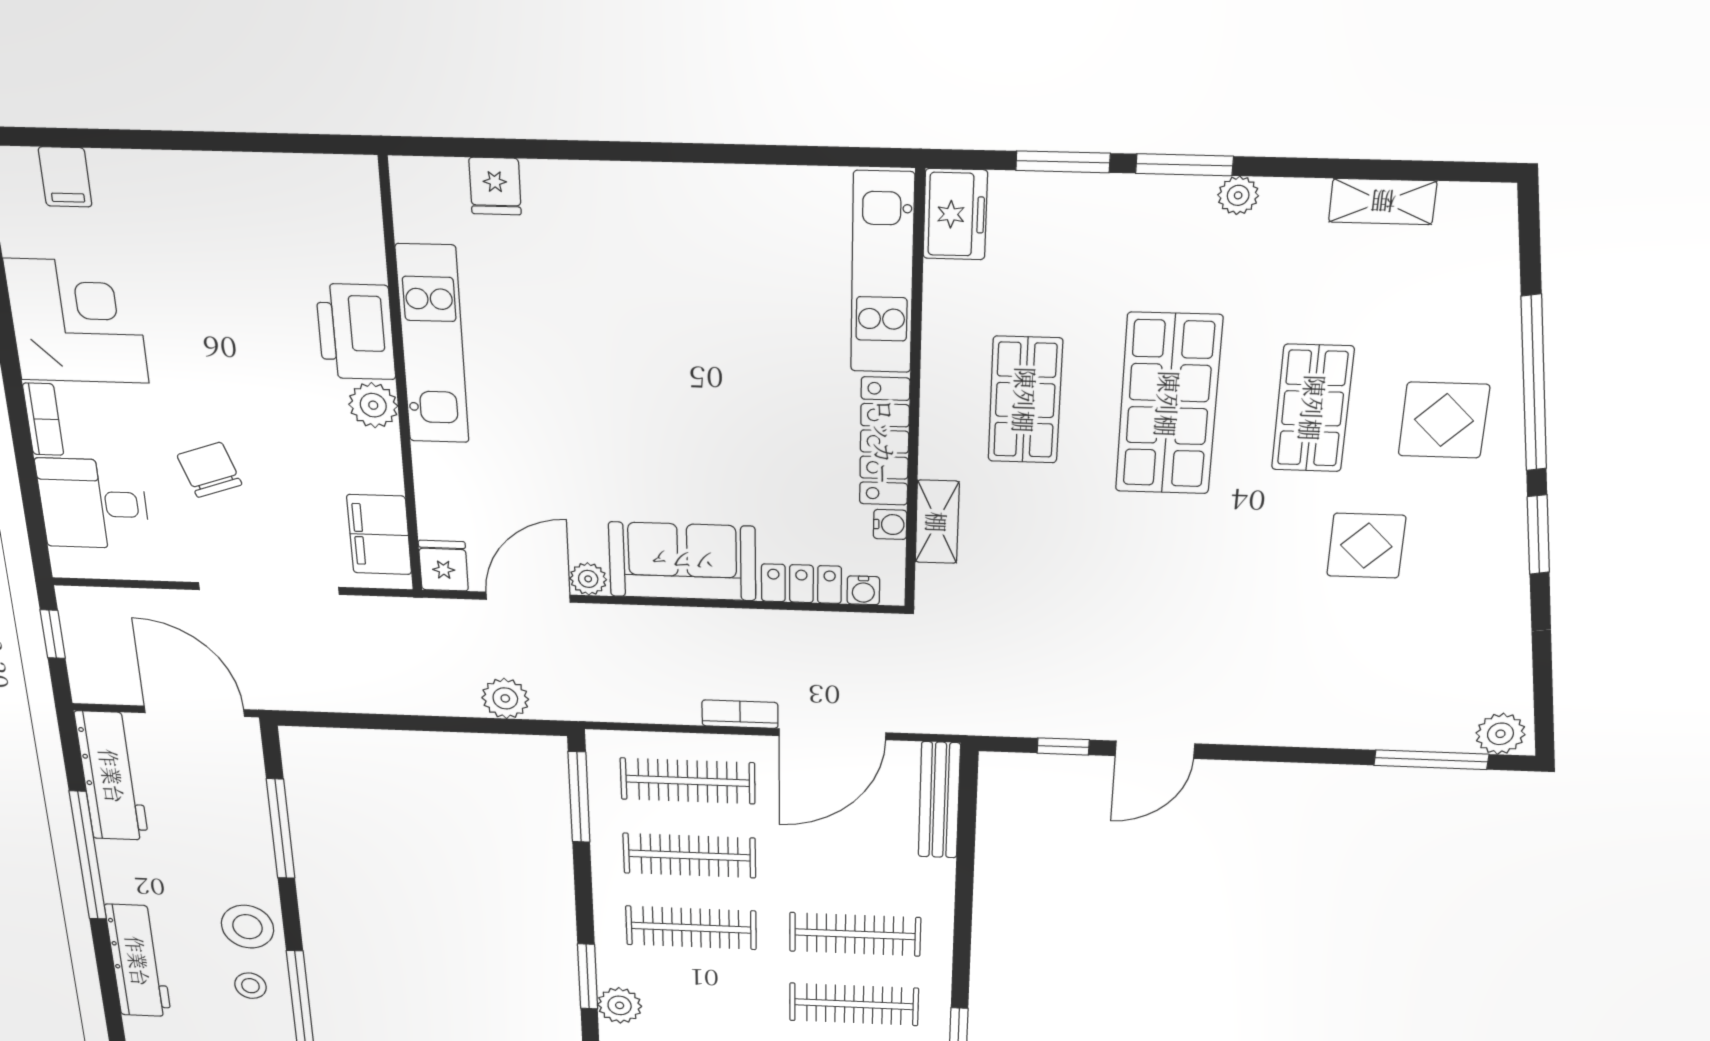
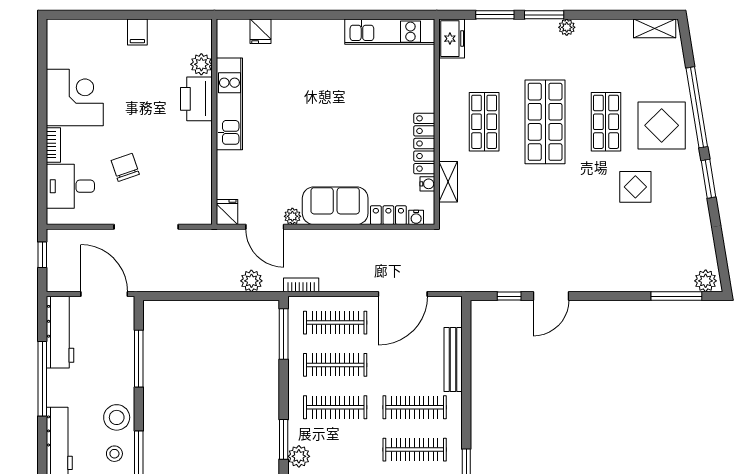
filing cabinet: (65, 177) -> (137, 32), moved
shelving: (1383, 202) -> (655, 28), moved
kitchen unit: (882, 273) -> (390, 32), moved, turned -90
plant: (373, 405) -> (201, 64), moved
display table: (1444, 420) -> (662, 125), width x1.36, depth x1.36
filing cabinet: (379, 535) -> (199, 197), removed
door: (528, 597) -> (265, 227), swing flipped
bookcase: (740, 714) -> (301, 285), moved
bench: (939, 800) -> (453, 359), moved

